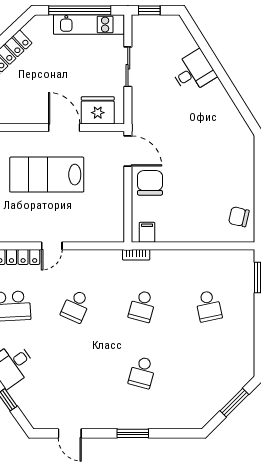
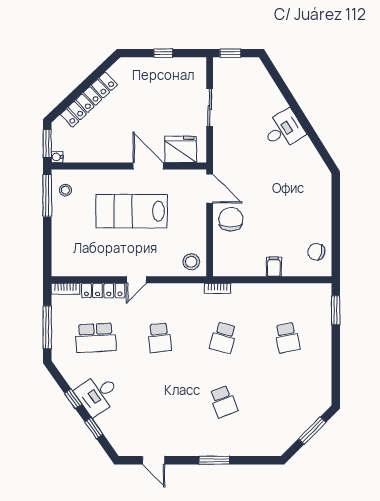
window: (80, 10) -> (163, 53), width x0.32
kitchen unit: (89, 25) -> (172, 67), removed
desk: (193, 72) -> (283, 130), moved
stool: (109, 227) -> (191, 262), added
filing cabinet: (147, 232) -> (274, 267), moved
school desk: (76, 306) -> (160, 338), turned -30
school desk: (142, 372) -> (223, 401), turned -36

